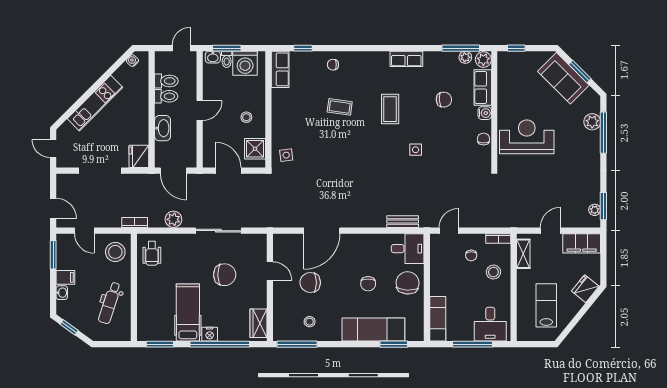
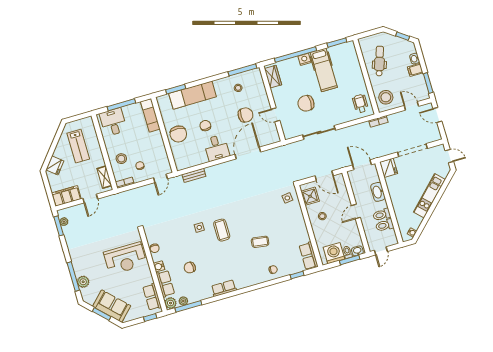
row of seats: (506, 75) -> (152, 297), added
coffee table: (390, 109) -> (222, 230), moved
plant: (173, 219) -> (352, 131), removed
desk: (408, 249) -> (216, 148), moved, turned -90

